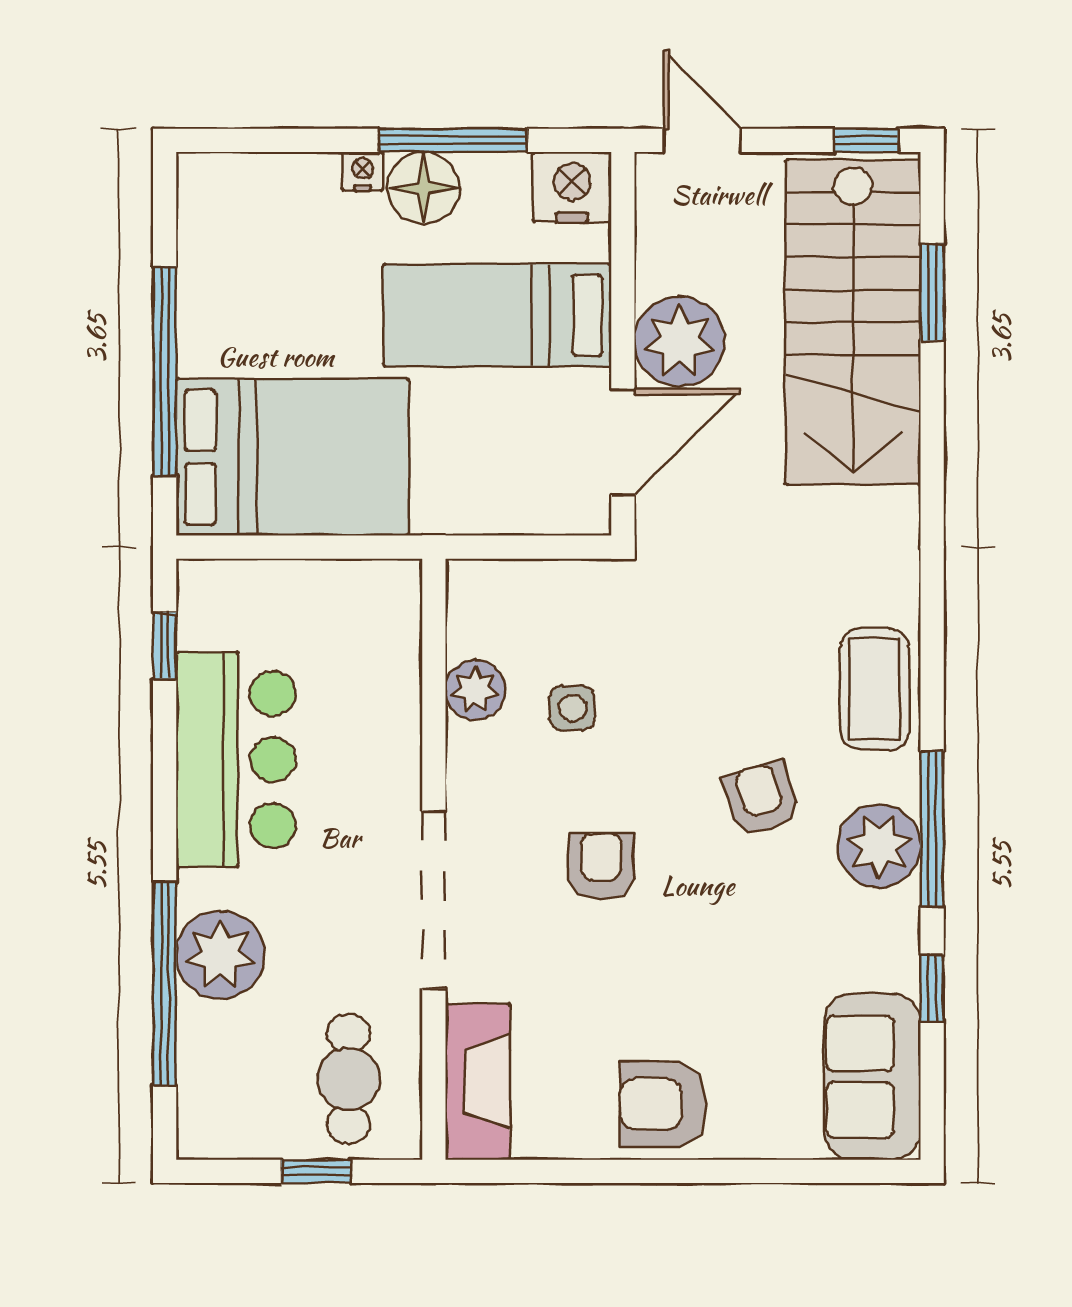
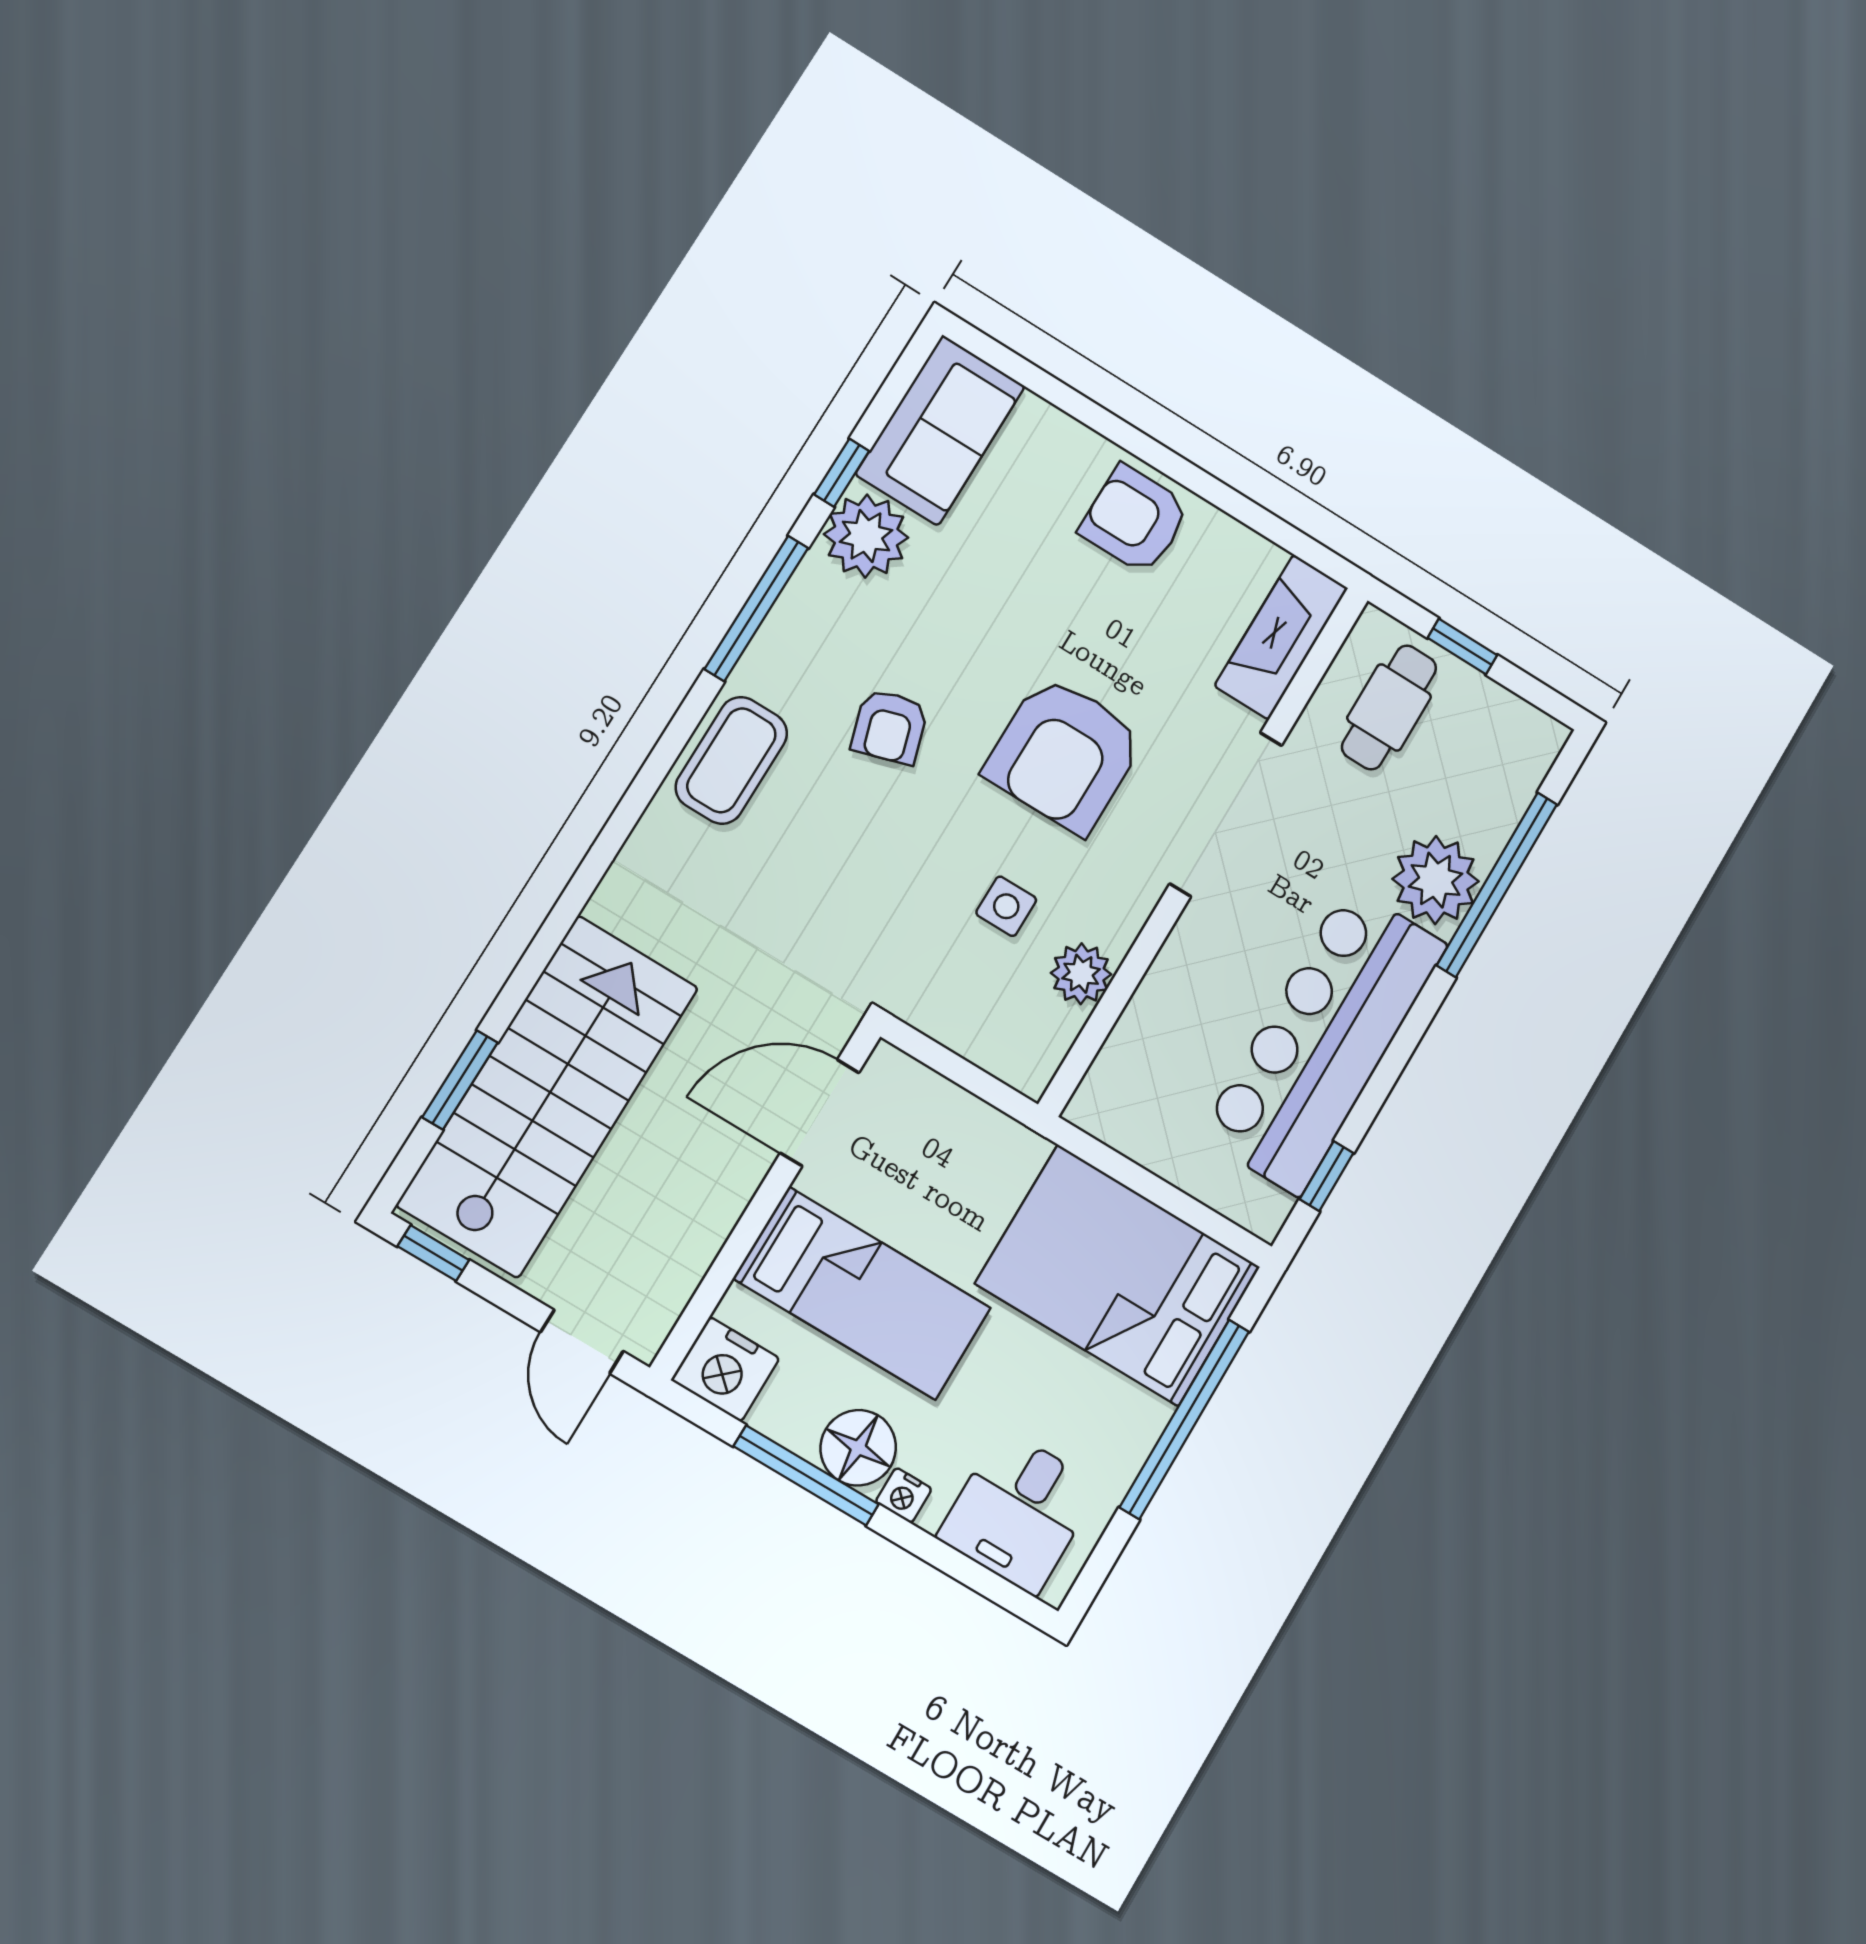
desk: (259, 214) -> (1019, 1511), added
plant: (679, 342) -> (714, 1172), removed
bar counter: (236, 760) -> (1324, 1040), width x1.36
plant: (879, 846) -> (866, 536), moved
armchair: (601, 866) -> (1064, 754), width x1.88, depth x1.88
armchair: (663, 1104) -> (1135, 519), turned 180

